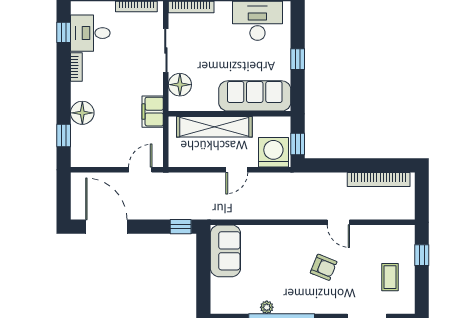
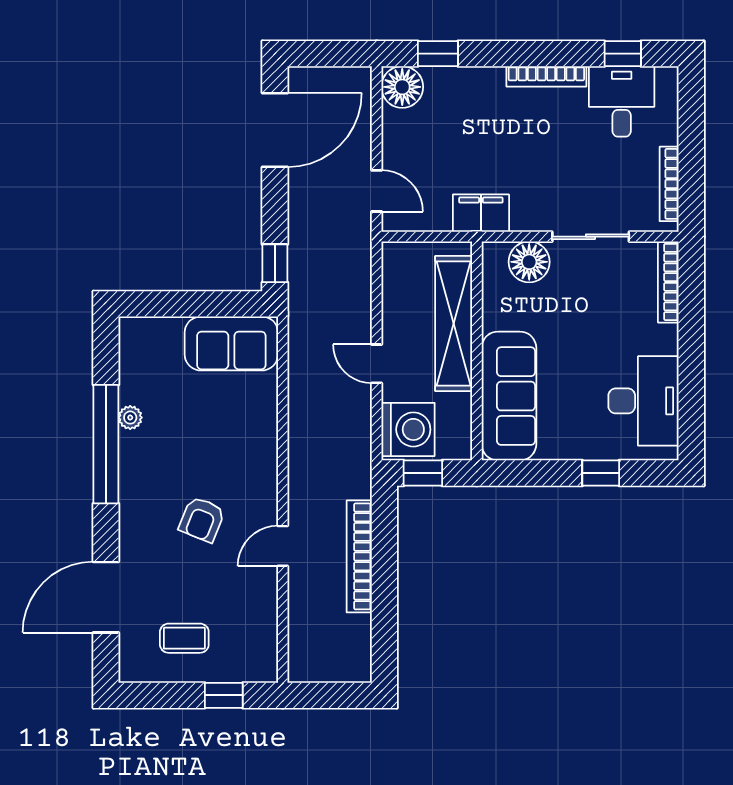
window: (298, 59) -> (601, 473), moved
bookcase: (76, 67) -> (546, 76), width x1.56
floor lamp: (82, 113) -> (402, 87), moved
bookcase: (379, 179) -> (359, 556), moved

